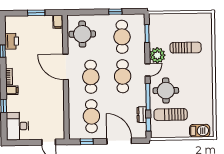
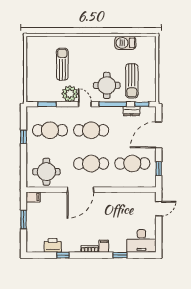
barbecue: (200, 131) -> (125, 43), moved, turned -90

